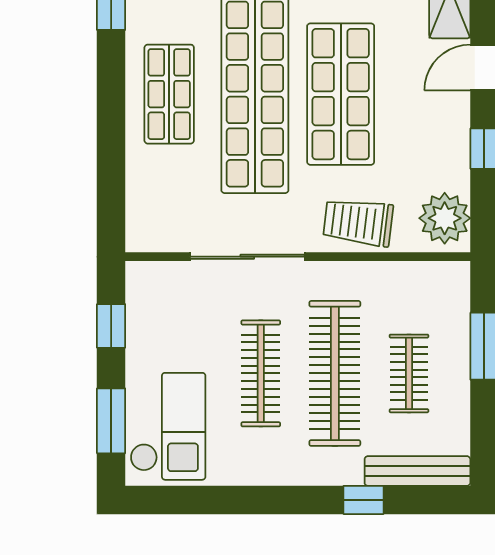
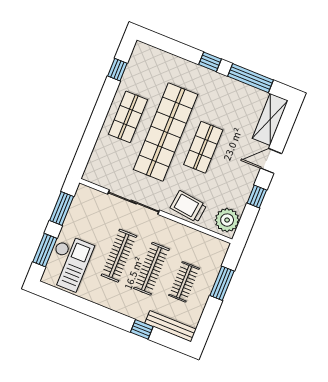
shop shelf: (341, 94) -> (203, 147), width x0.70, depth x0.74
window: (111, 326) -> (62, 208), width x1.50
clothes rail: (335, 373) -> (151, 269), width x0.73, depth x0.76

